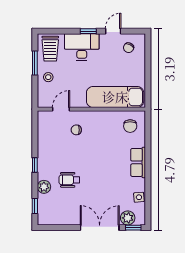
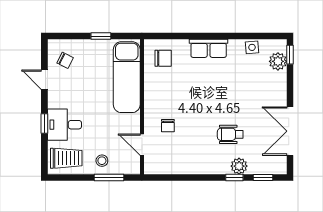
window: (88, 31) -> (44, 124), moved
desk: (82, 47) -> (64, 125), width x0.73
window: (35, 63) -> (109, 177), moved
window: (148, 76) -> (101, 36), added
window: (35, 165) -> (234, 177), moved
wheelchair: (69, 180) -> (230, 134), turned 90
double door: (100, 228) -> (290, 131), moved

